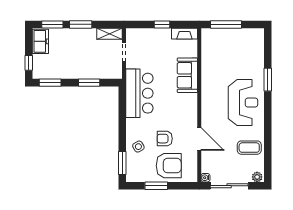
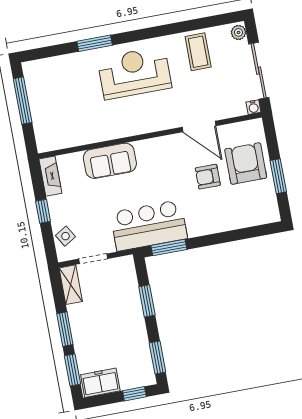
window: (226, 24) -> (23, 101), moved
armchair: (165, 139) -> (208, 177), turned 90
door: (199, 139) -> (199, 126), swing flipped
side table: (138, 147) -> (66, 236), moved
window: (122, 163) -> (169, 247), moved

